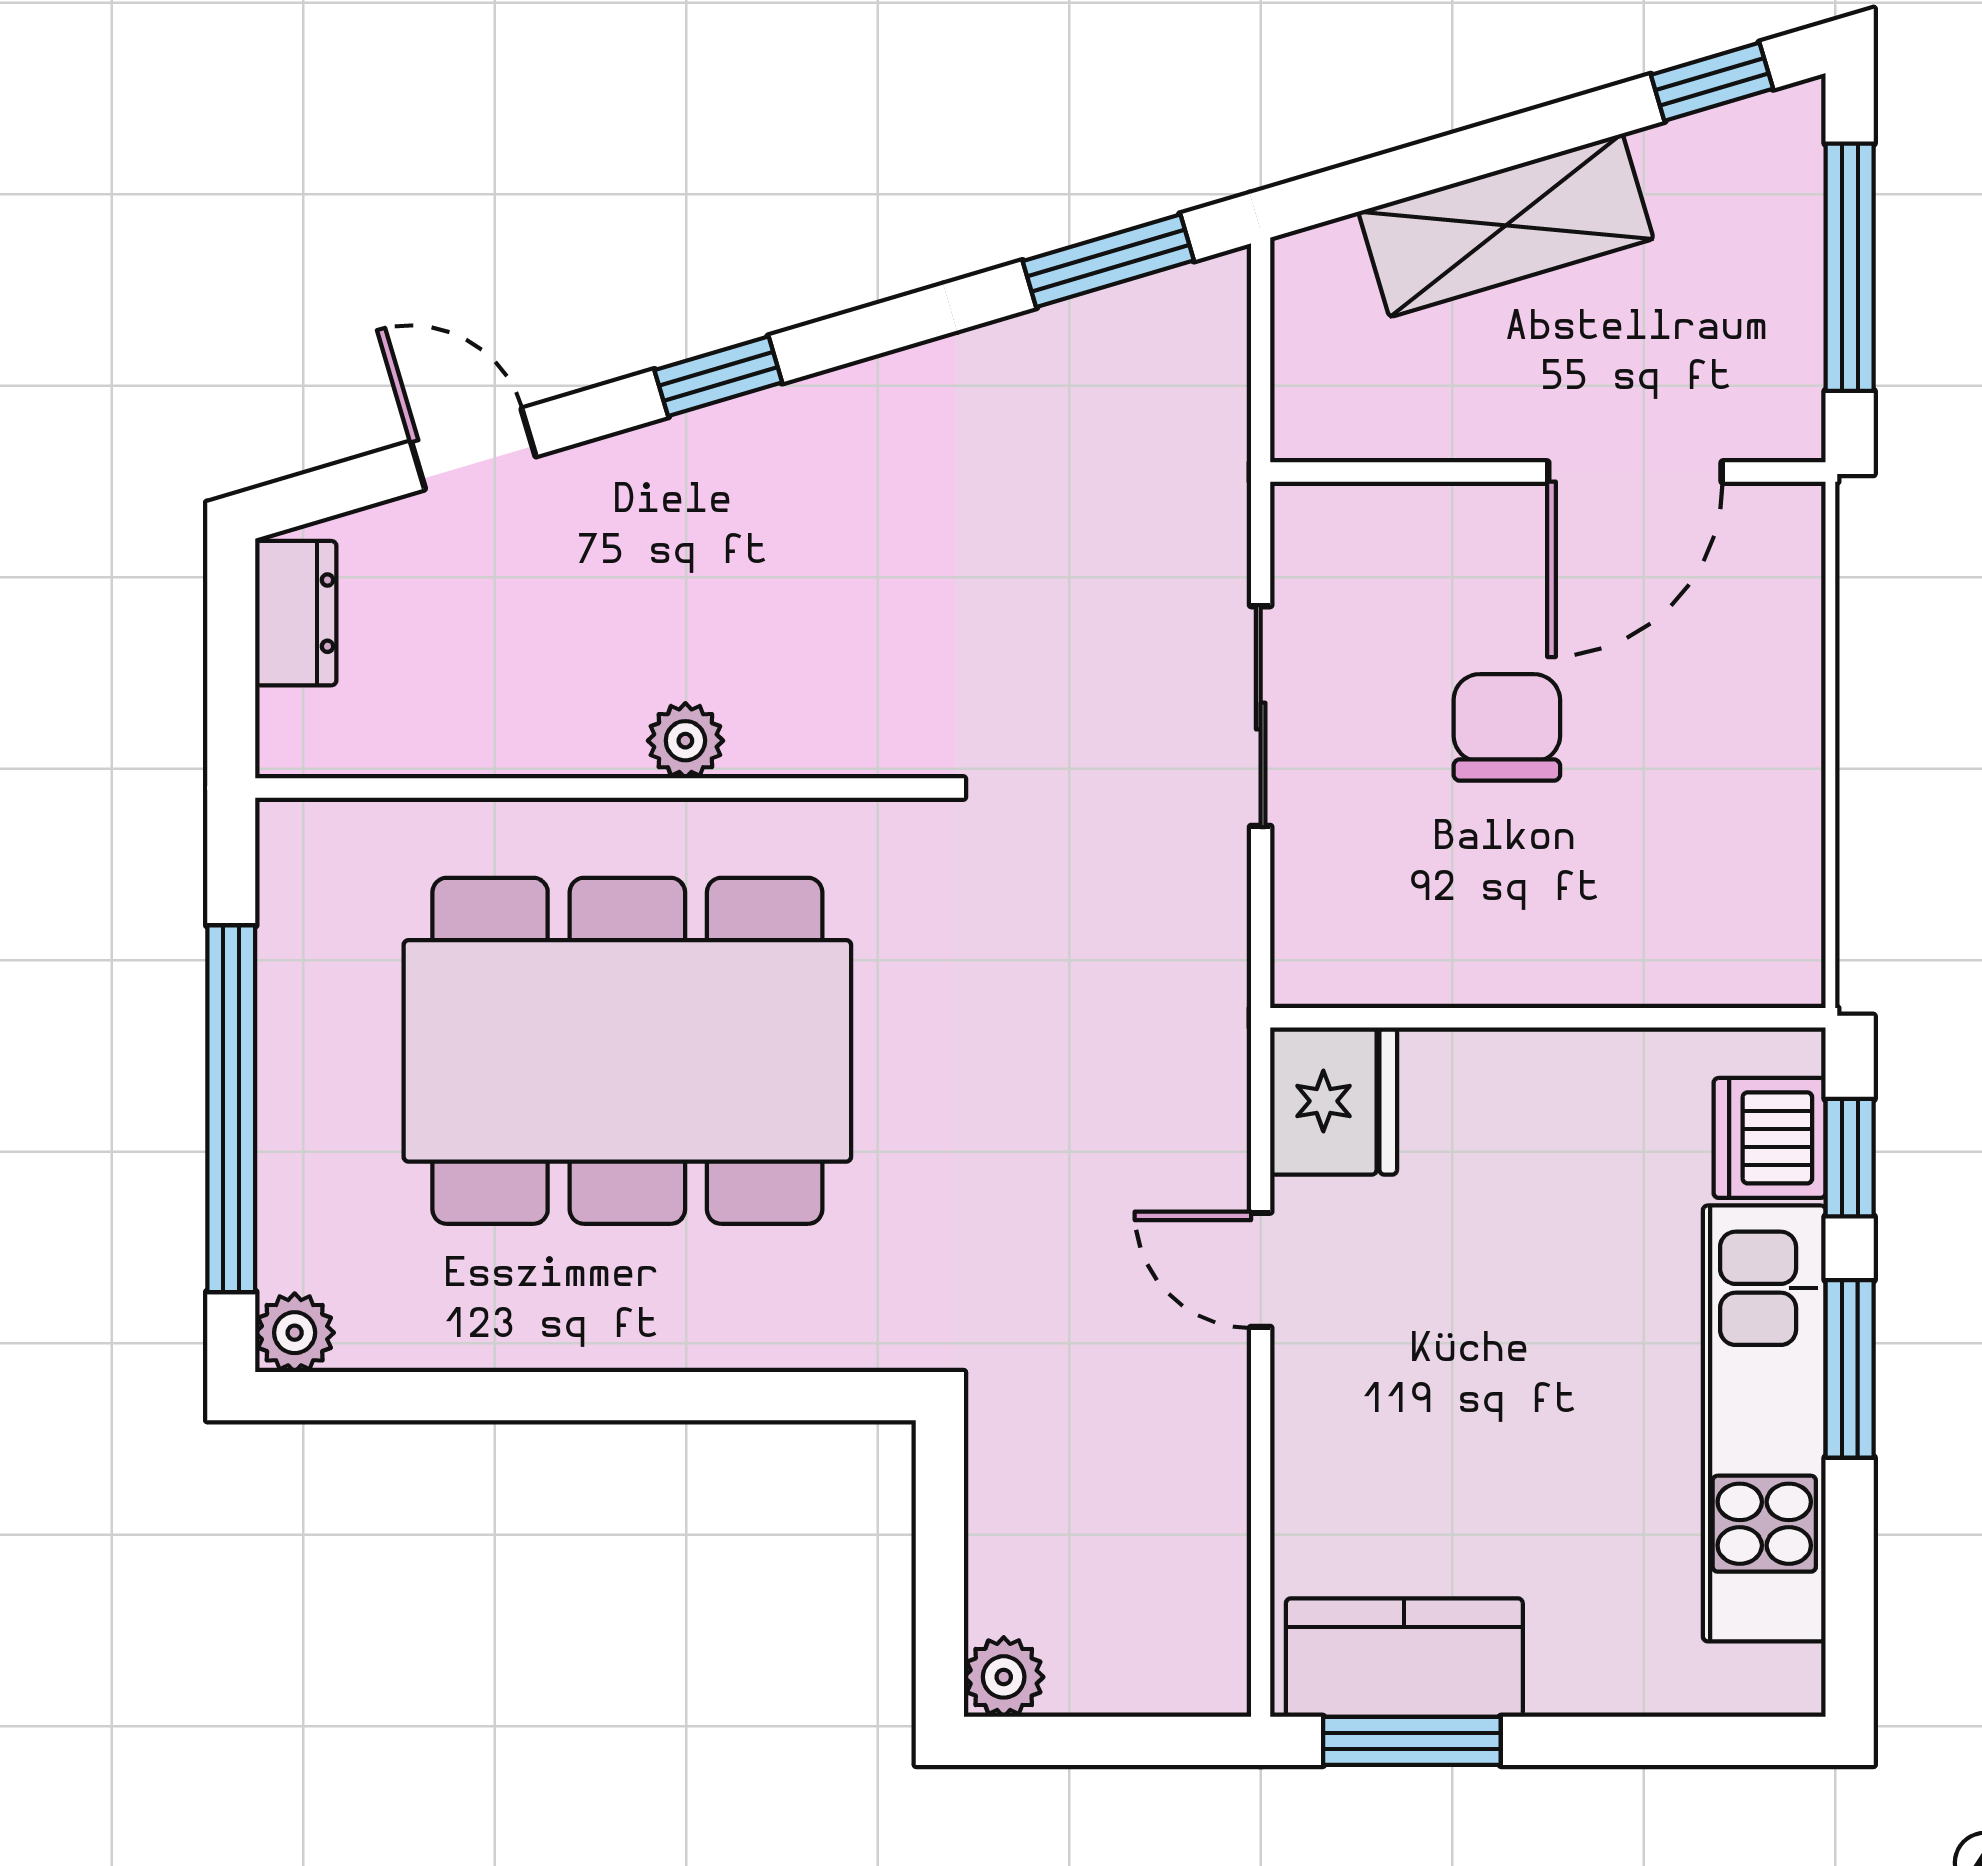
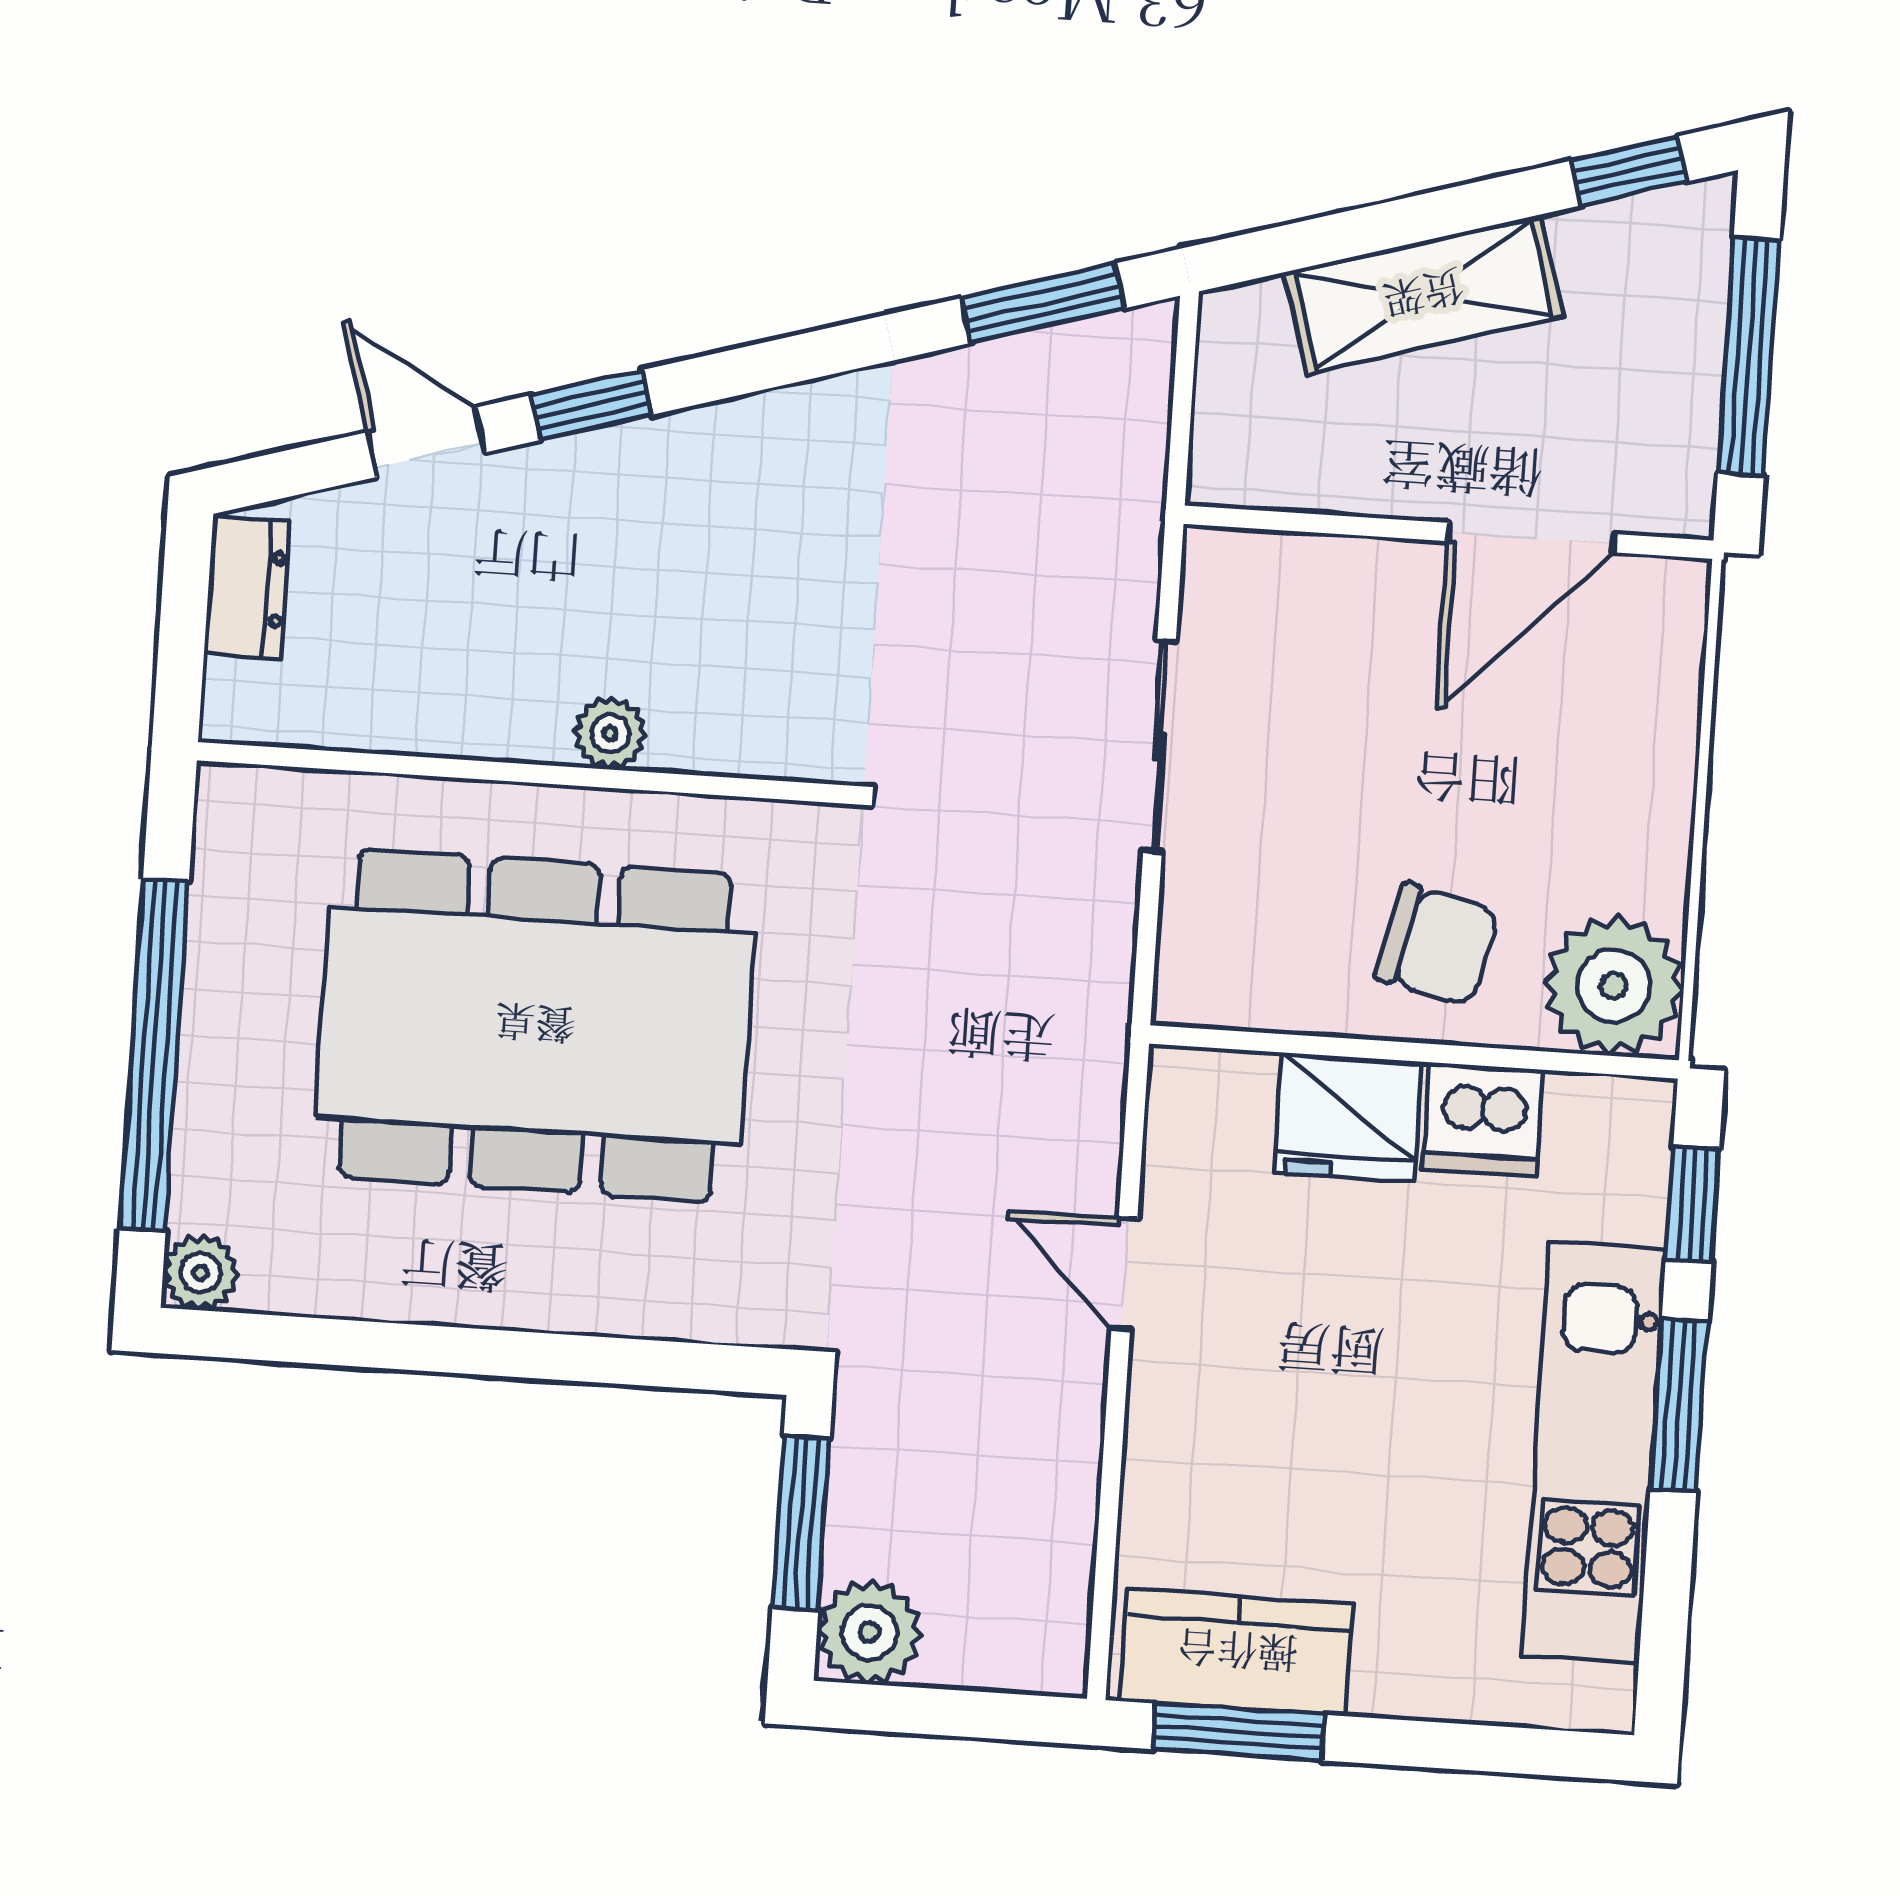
window: (718, 376) -> (592, 405), moved
chair: (1507, 727) -> (1437, 944), moved, turned 103
plant: (1752, 935) -> (1614, 986), added
fridge: (1334, 1101) -> (1348, 1117), moved, turned 90
dishwasher: (1770, 1138) -> (1483, 1119), moved, turned -90
window: (940, 1553) -> (801, 1523), added
plant: (1004, 1677) -> (869, 1632), width x1.38, depth x1.38

